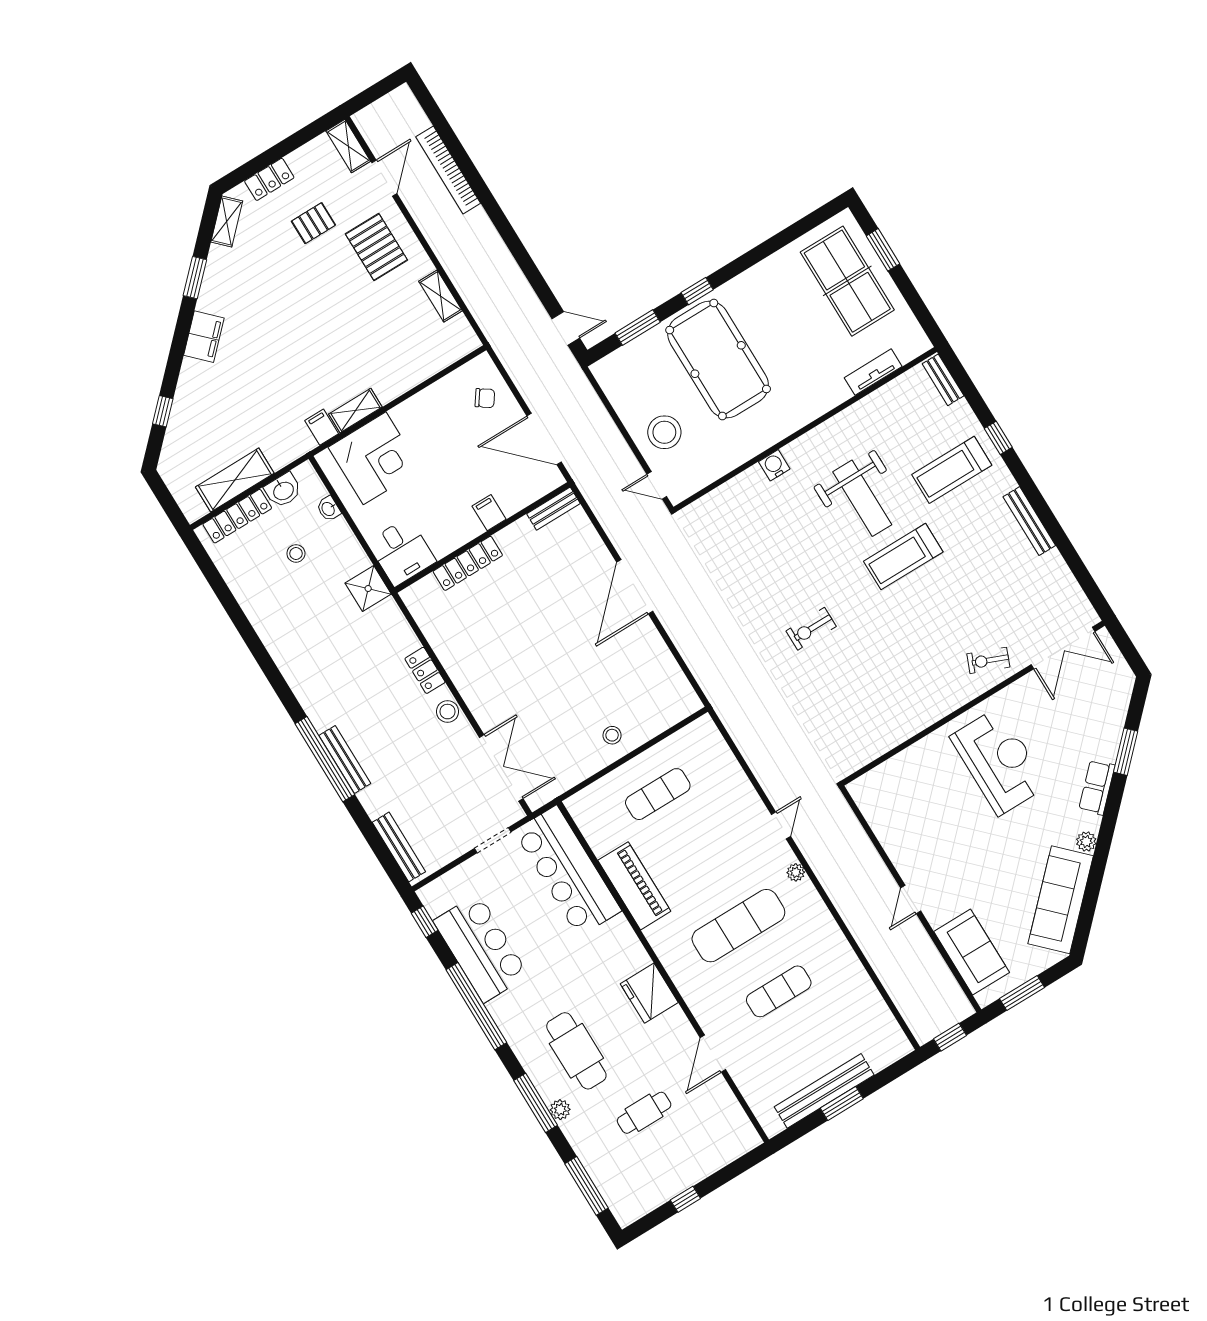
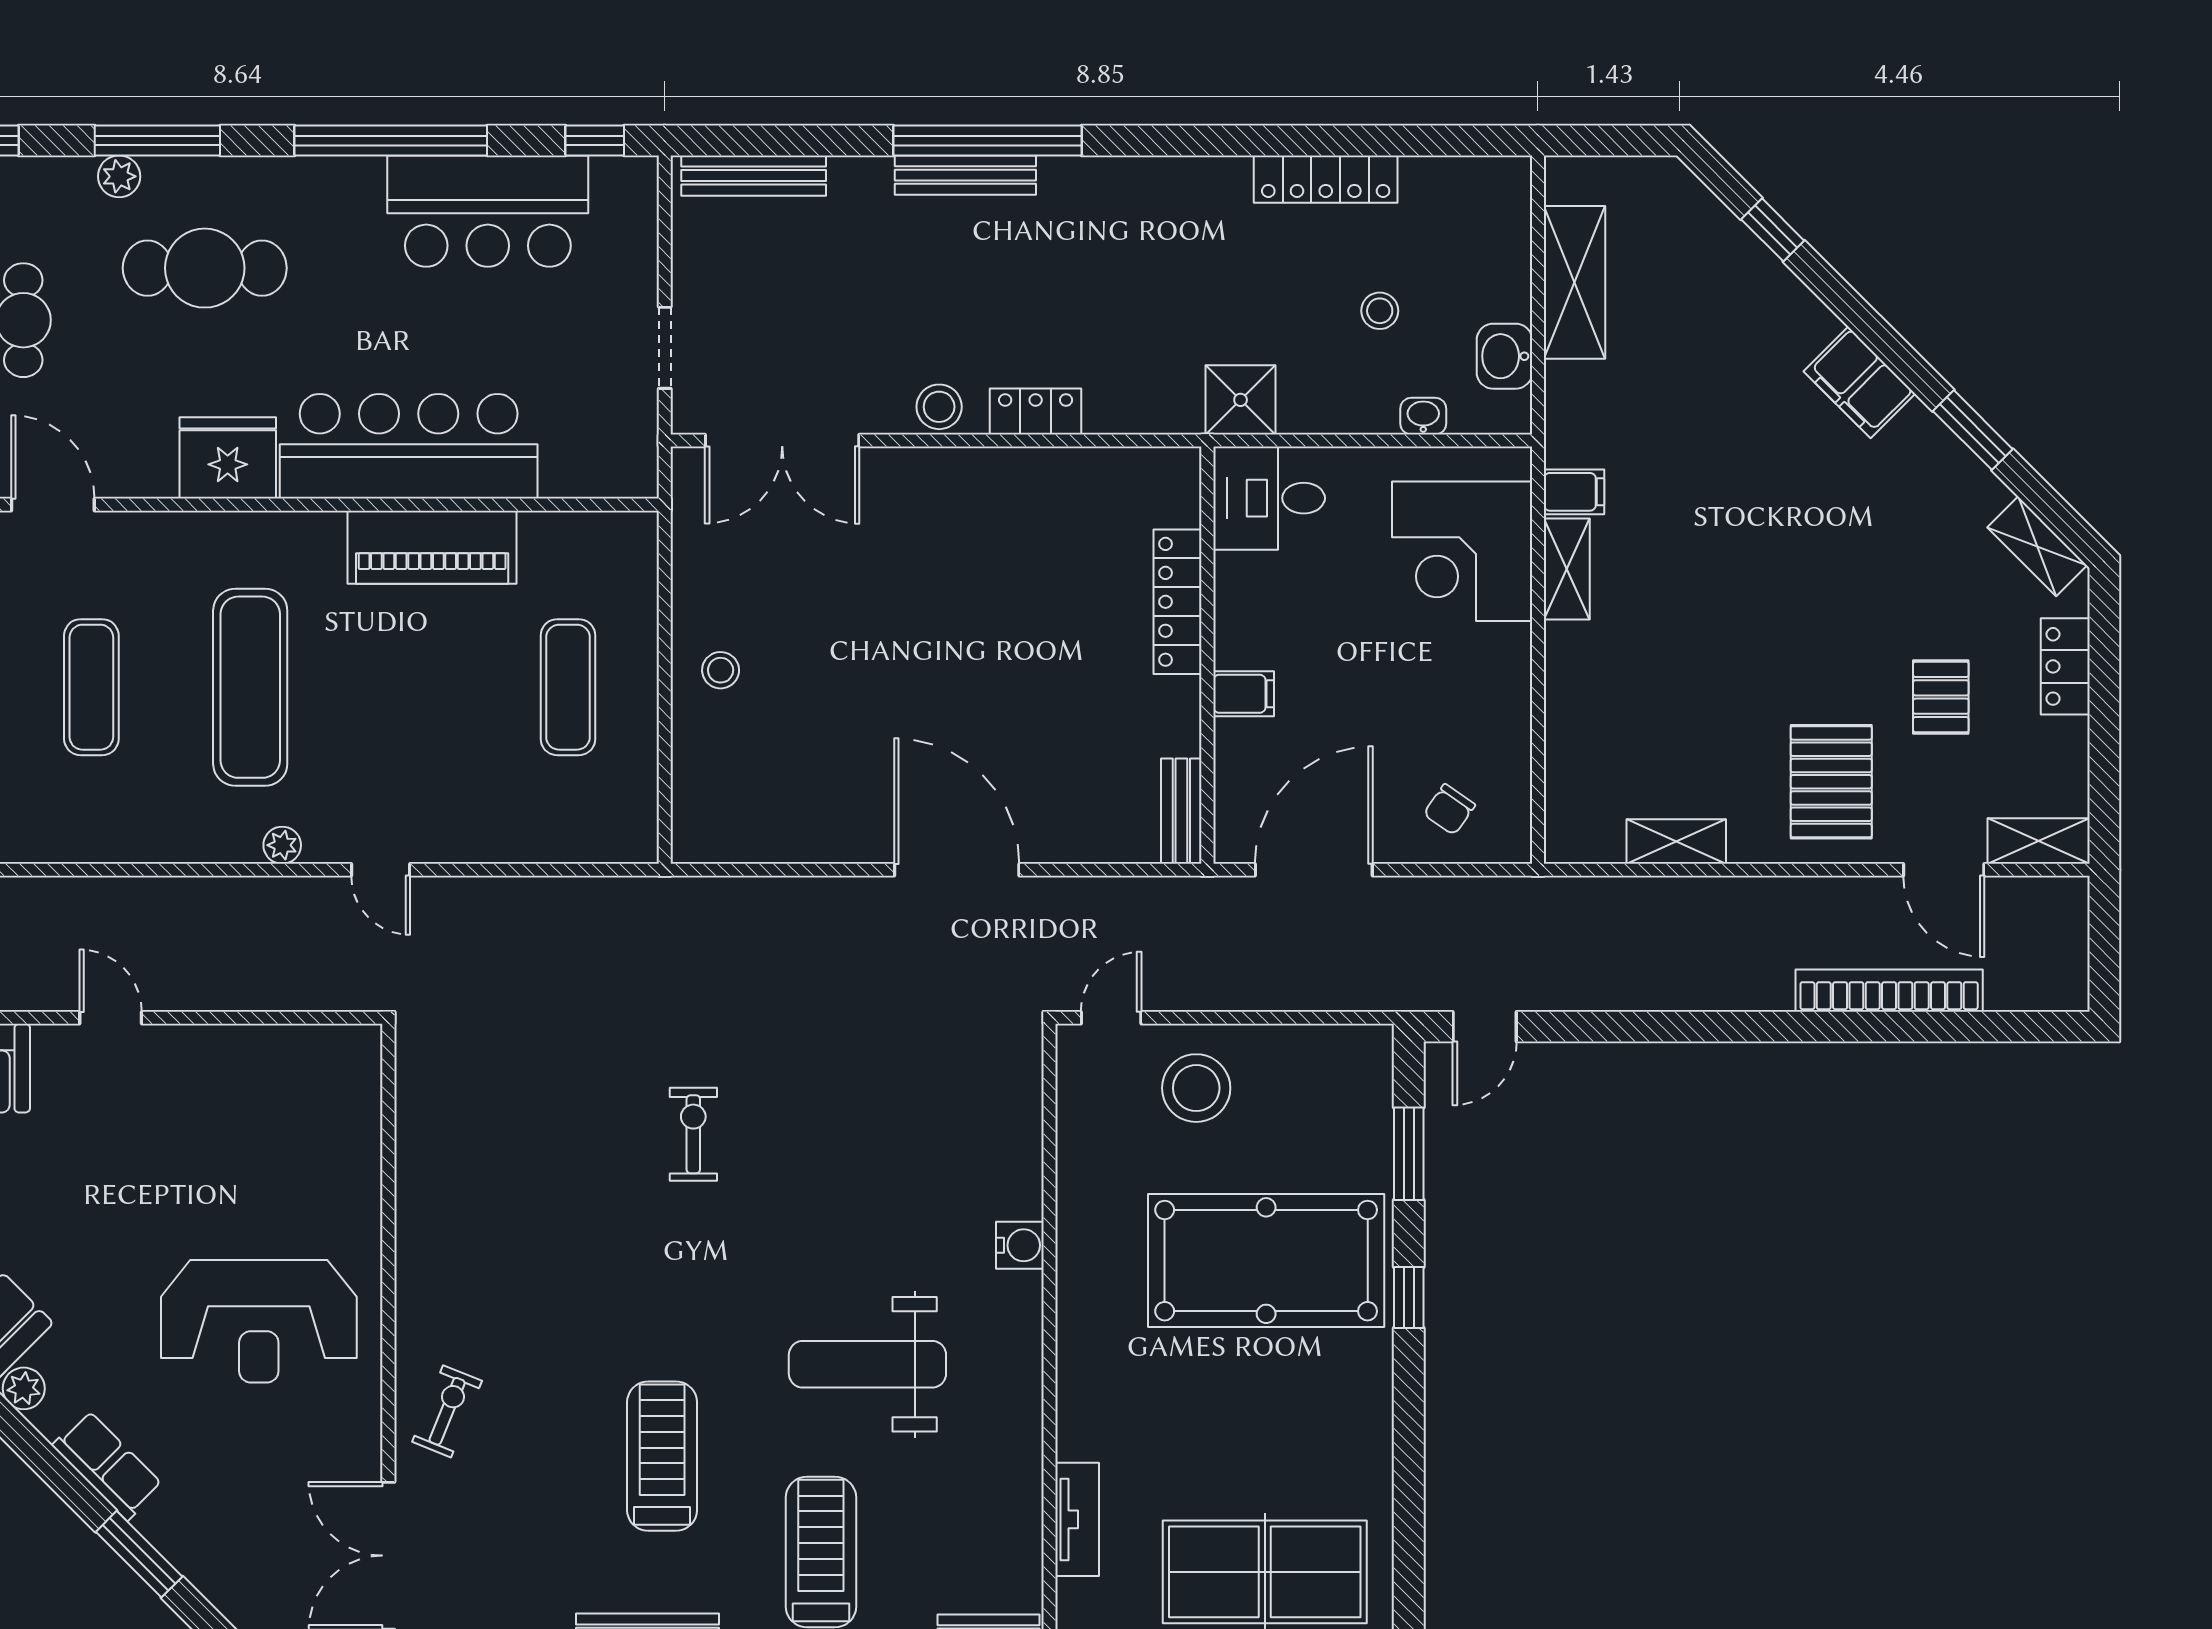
pallet: (376, 247) -> (1831, 782), turned 90
locker: (237, 516) -> (1326, 179), moved, turned -90
treadmill: (903, 557) -> (662, 1456), moved
bar counter: (568, 871) -> (409, 446), moved

